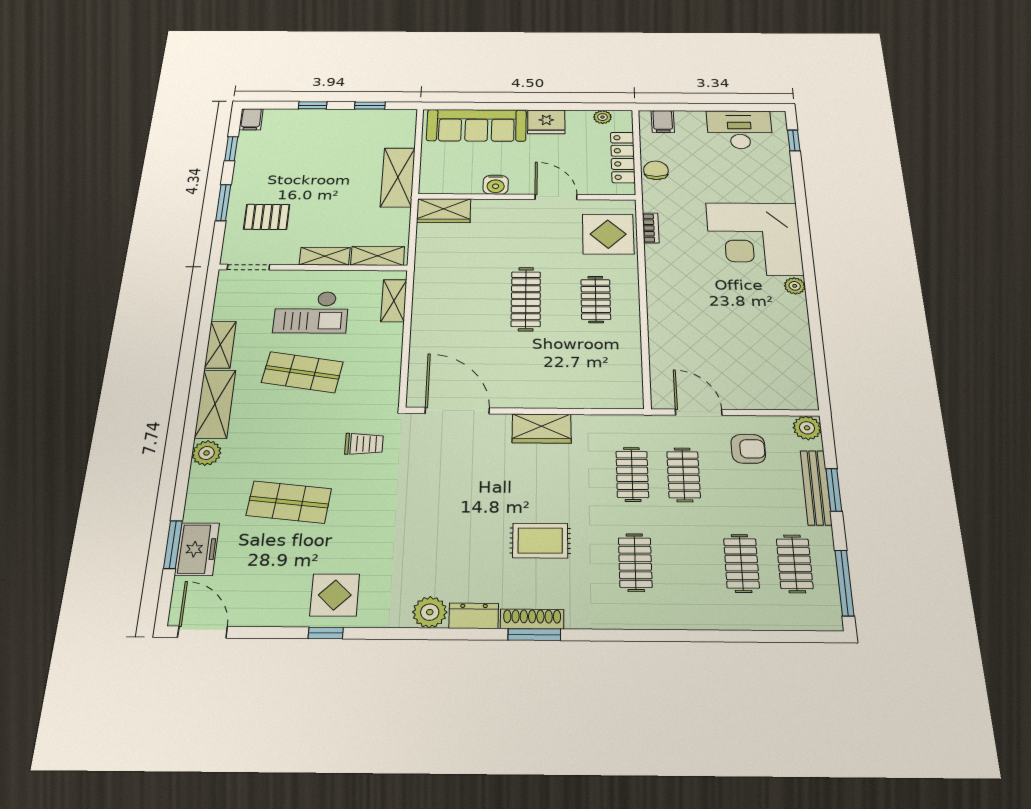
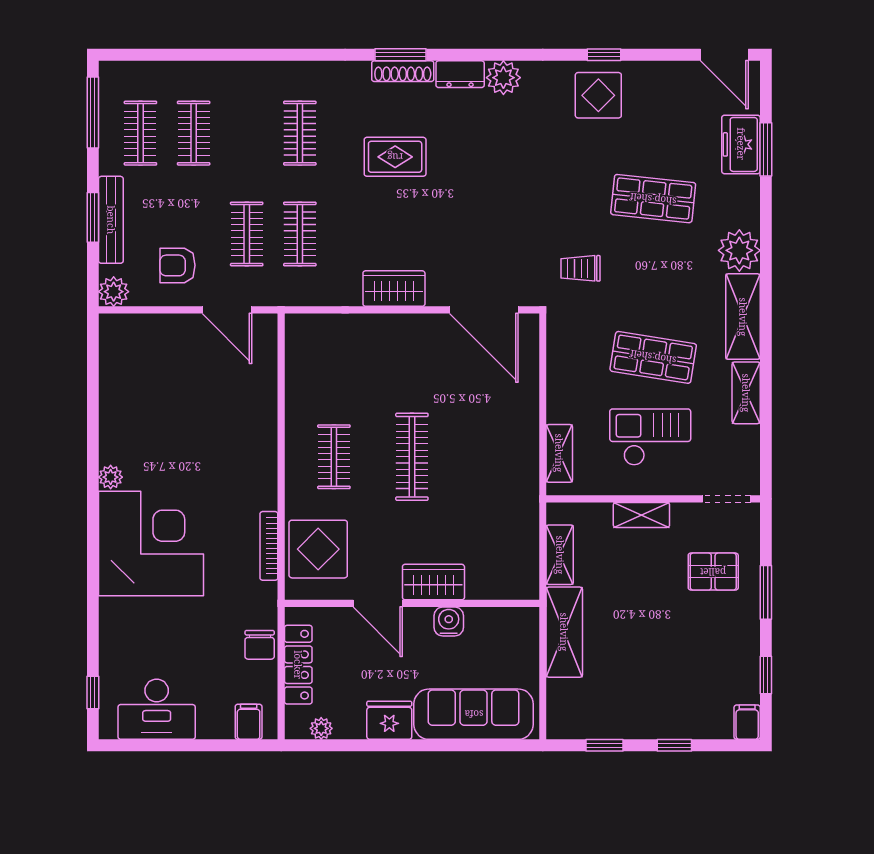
wardrobe: (444, 211) -> (433, 582), moved
bookcase: (651, 228) -> (269, 546), width x1.56
shelving: (378, 256) -> (560, 555), moved, turned 90
plant: (206, 453) -> (739, 250), width x1.36, depth x1.36

